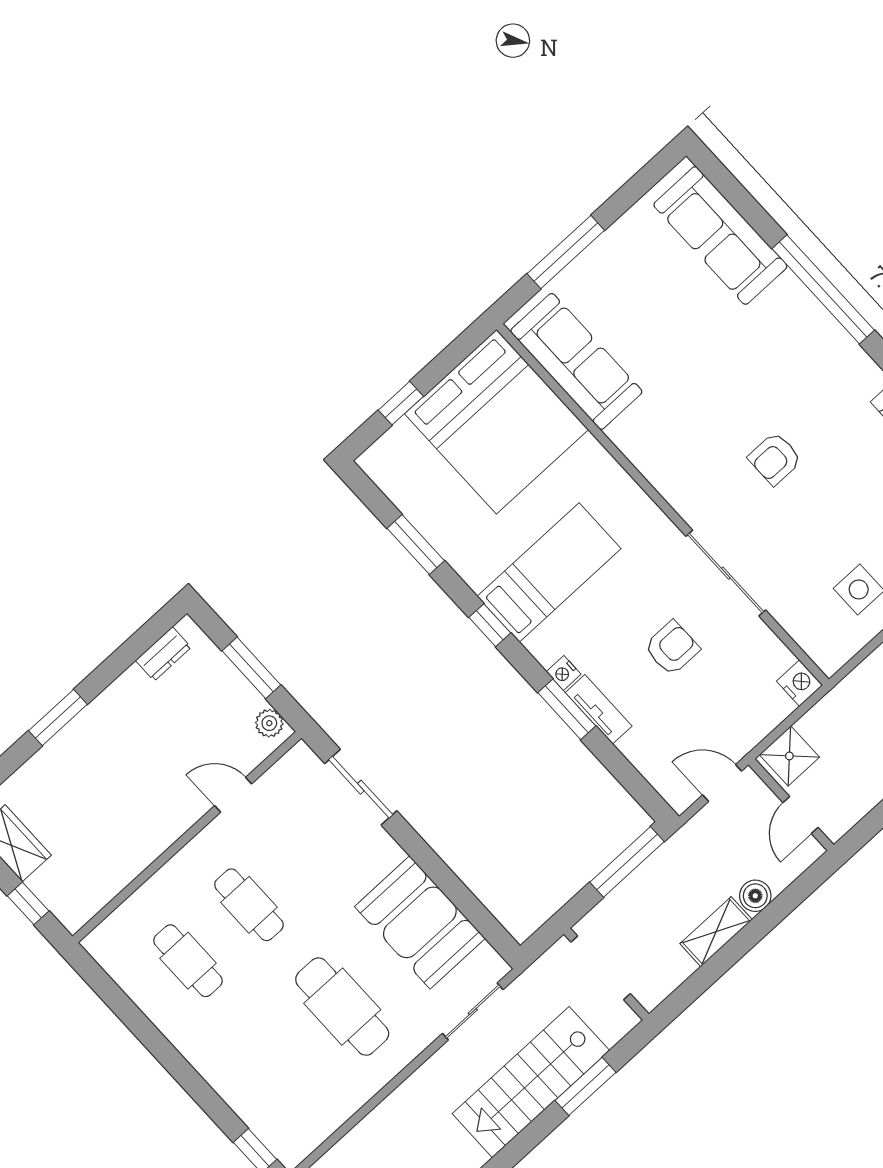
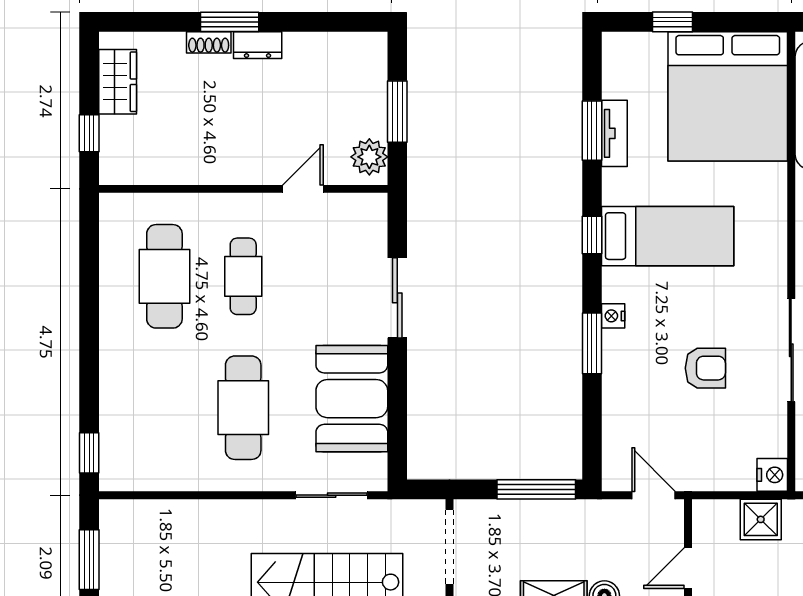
dresser: (163, 654) -> (258, 45), moved
tv unit: (599, 709) -> (614, 133), moved
plant: (269, 723) -> (369, 157), width x1.38, depth x1.38
shoe rack: (56, 748) -> (209, 42), added
shower: (789, 756) -> (761, 519), moved
sliding door: (361, 787) -> (397, 298), moved
door: (233, 795) -> (303, 189), hinge flipped
cafe table: (188, 961) -> (164, 276), width x1.37, depth x1.35

